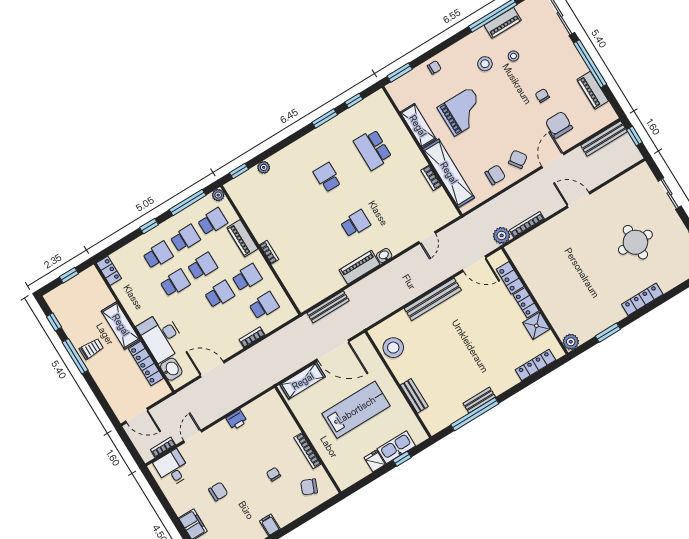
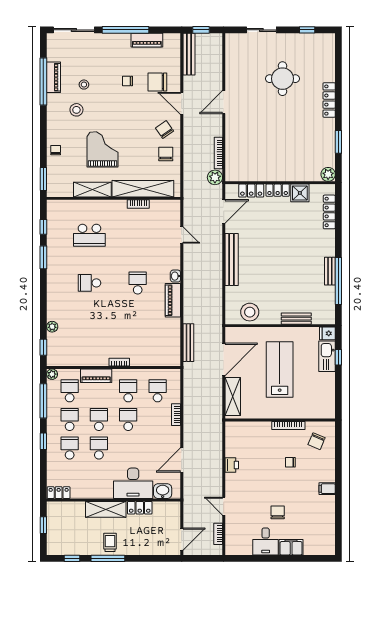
locker: (146, 363) -> (140, 508), width x0.66
fridge: (375, 461) -> (327, 333), moved
desk: (172, 468) -> (266, 541), moved, turned -90

